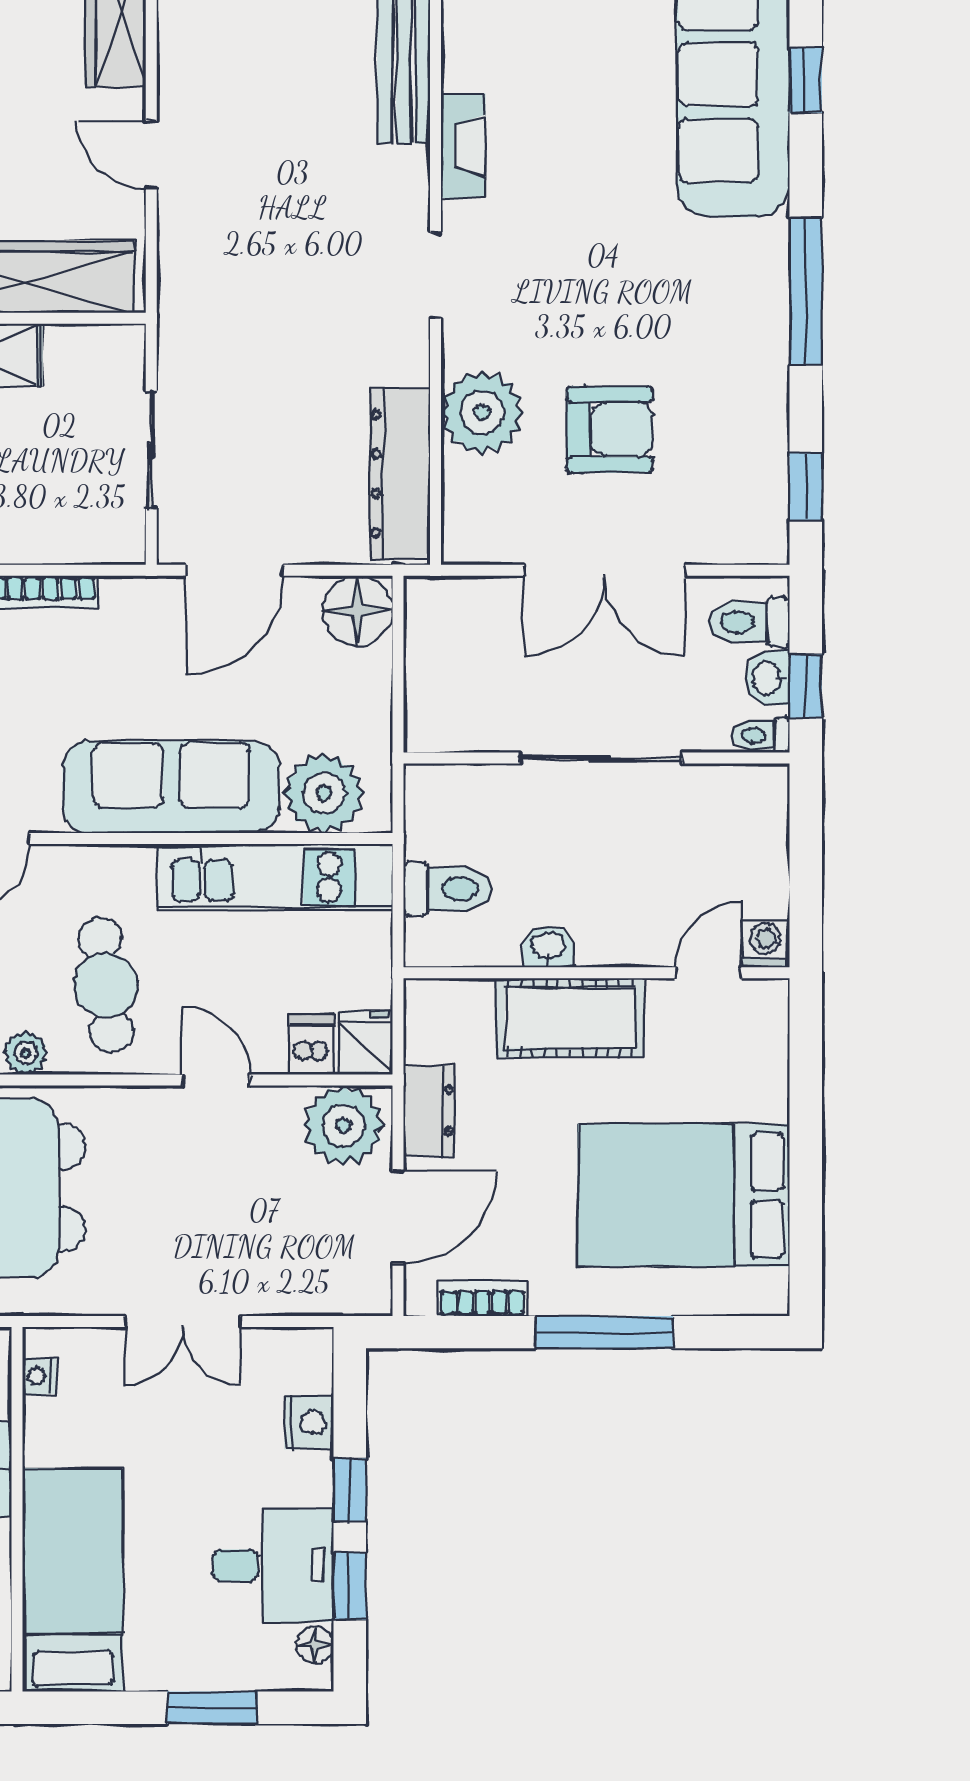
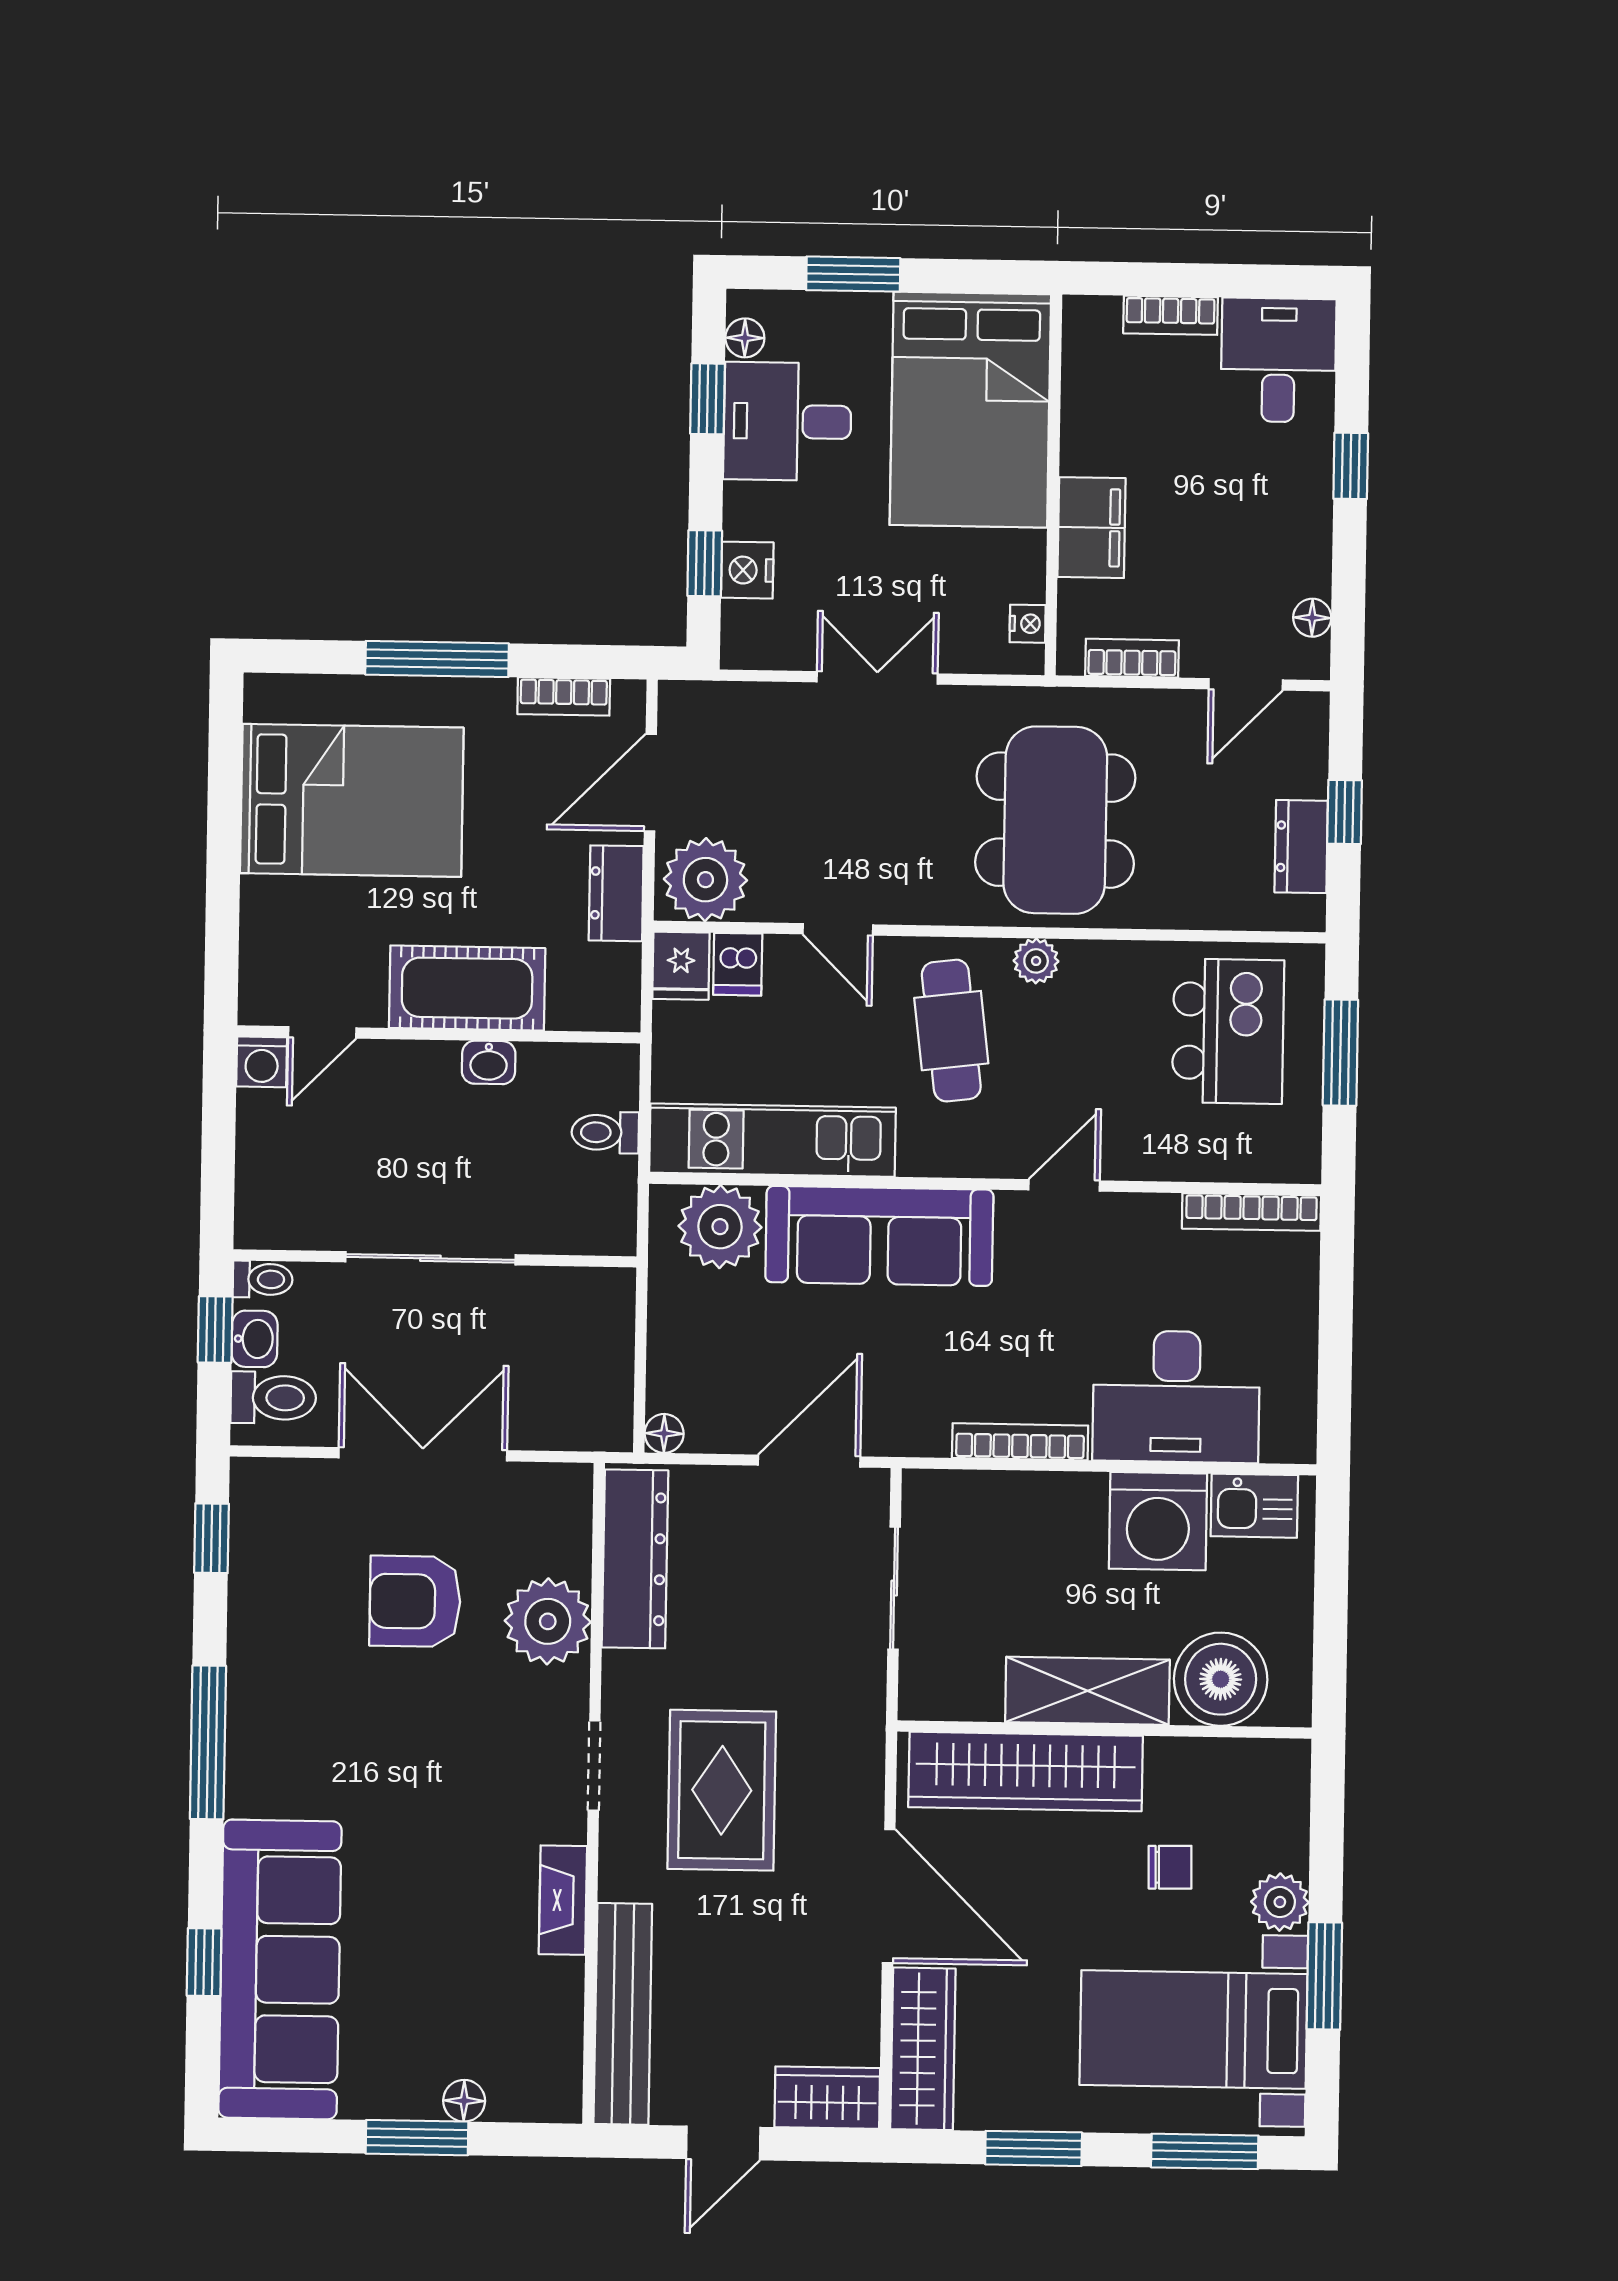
door: (151, 155) -> (889, 1896), width x1.88
rug: (313, 254) -> (722, 1790), added
floor lamp: (357, 611) -> (664, 1433), width x0.53, depth x0.53
toilet: (448, 889) -> (605, 1132), width x0.73, depth x0.72
window: (350, 1490) -> (705, 563), moved
bed: (73, 1580) -> (970, 410), width x1.50

